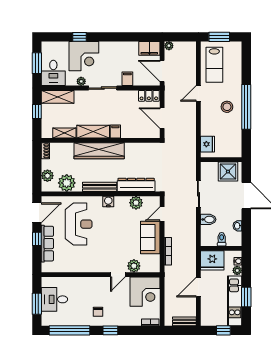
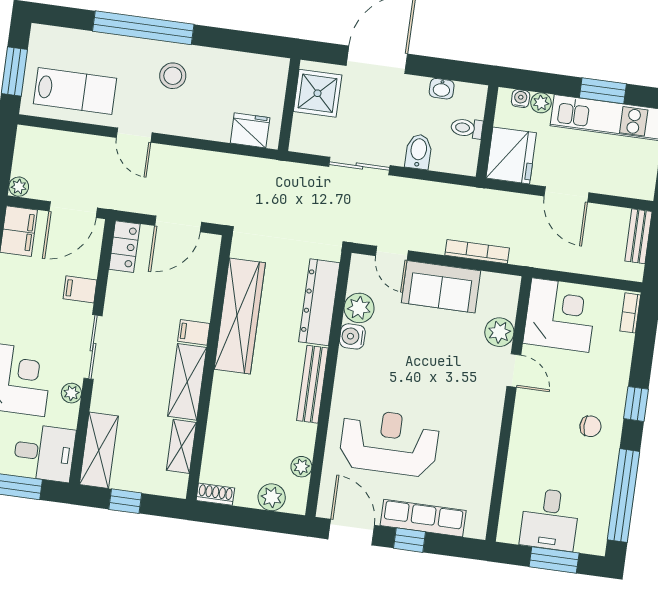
window: (246, 107) -> (143, 28), moved
wardrobe: (99, 151) -> (240, 316), moved
plant: (67, 183) -> (301, 467), width x0.53, depth x0.53
water cooler: (108, 201) -> (352, 336), moved

